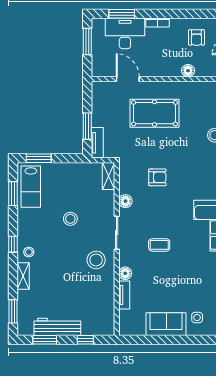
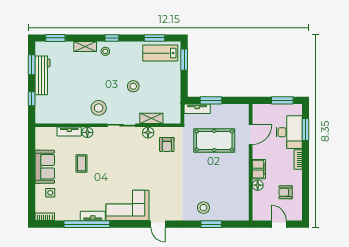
filing cabinet: (169, 69) -> (259, 169), added
pool table: (154, 113) -> (214, 140), moved, turned 90
shelving: (108, 176) -> (151, 118), moved
armchair: (157, 177) -> (167, 144), moved
coffee table: (159, 245) -> (82, 163), moved

